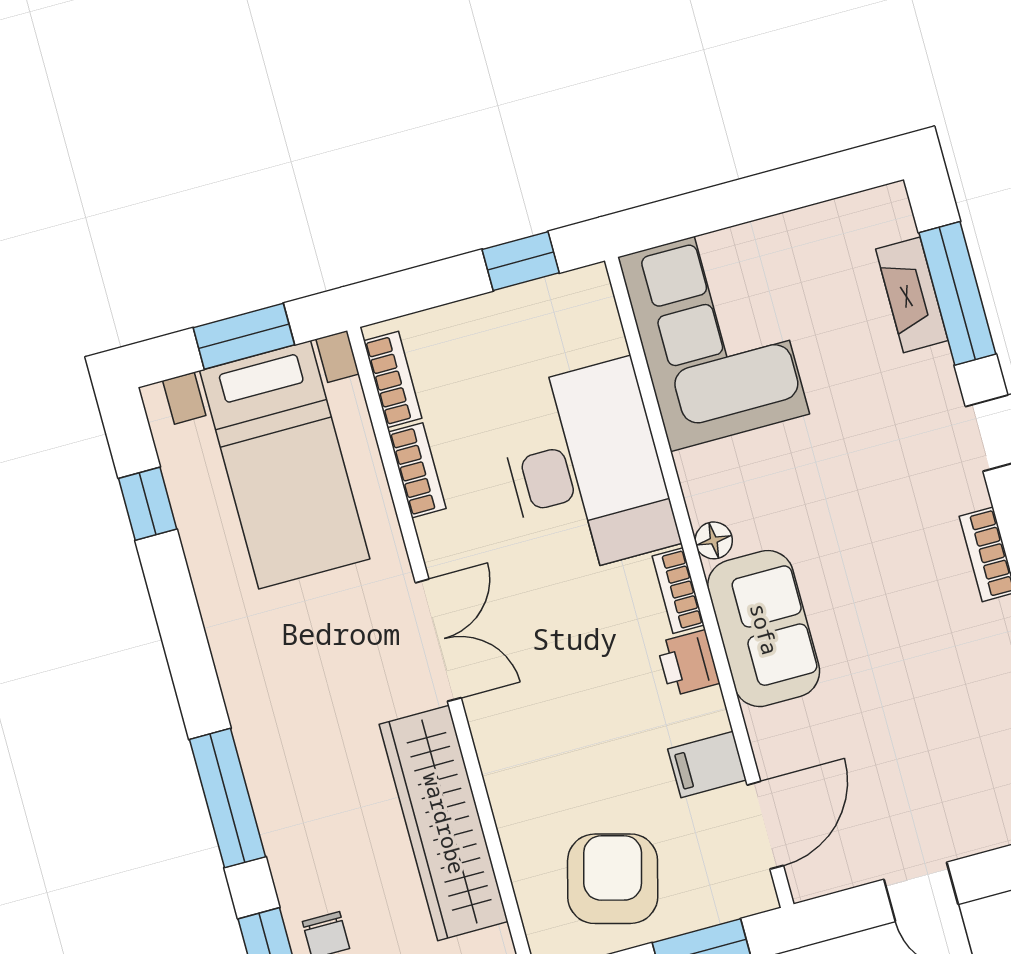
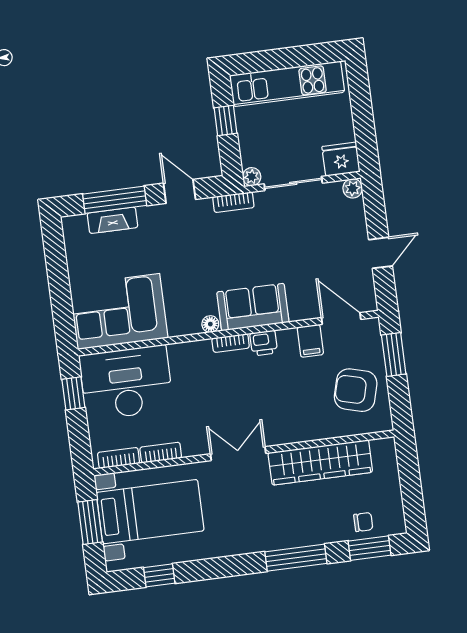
desk: (586, 468) -> (126, 383), moved

